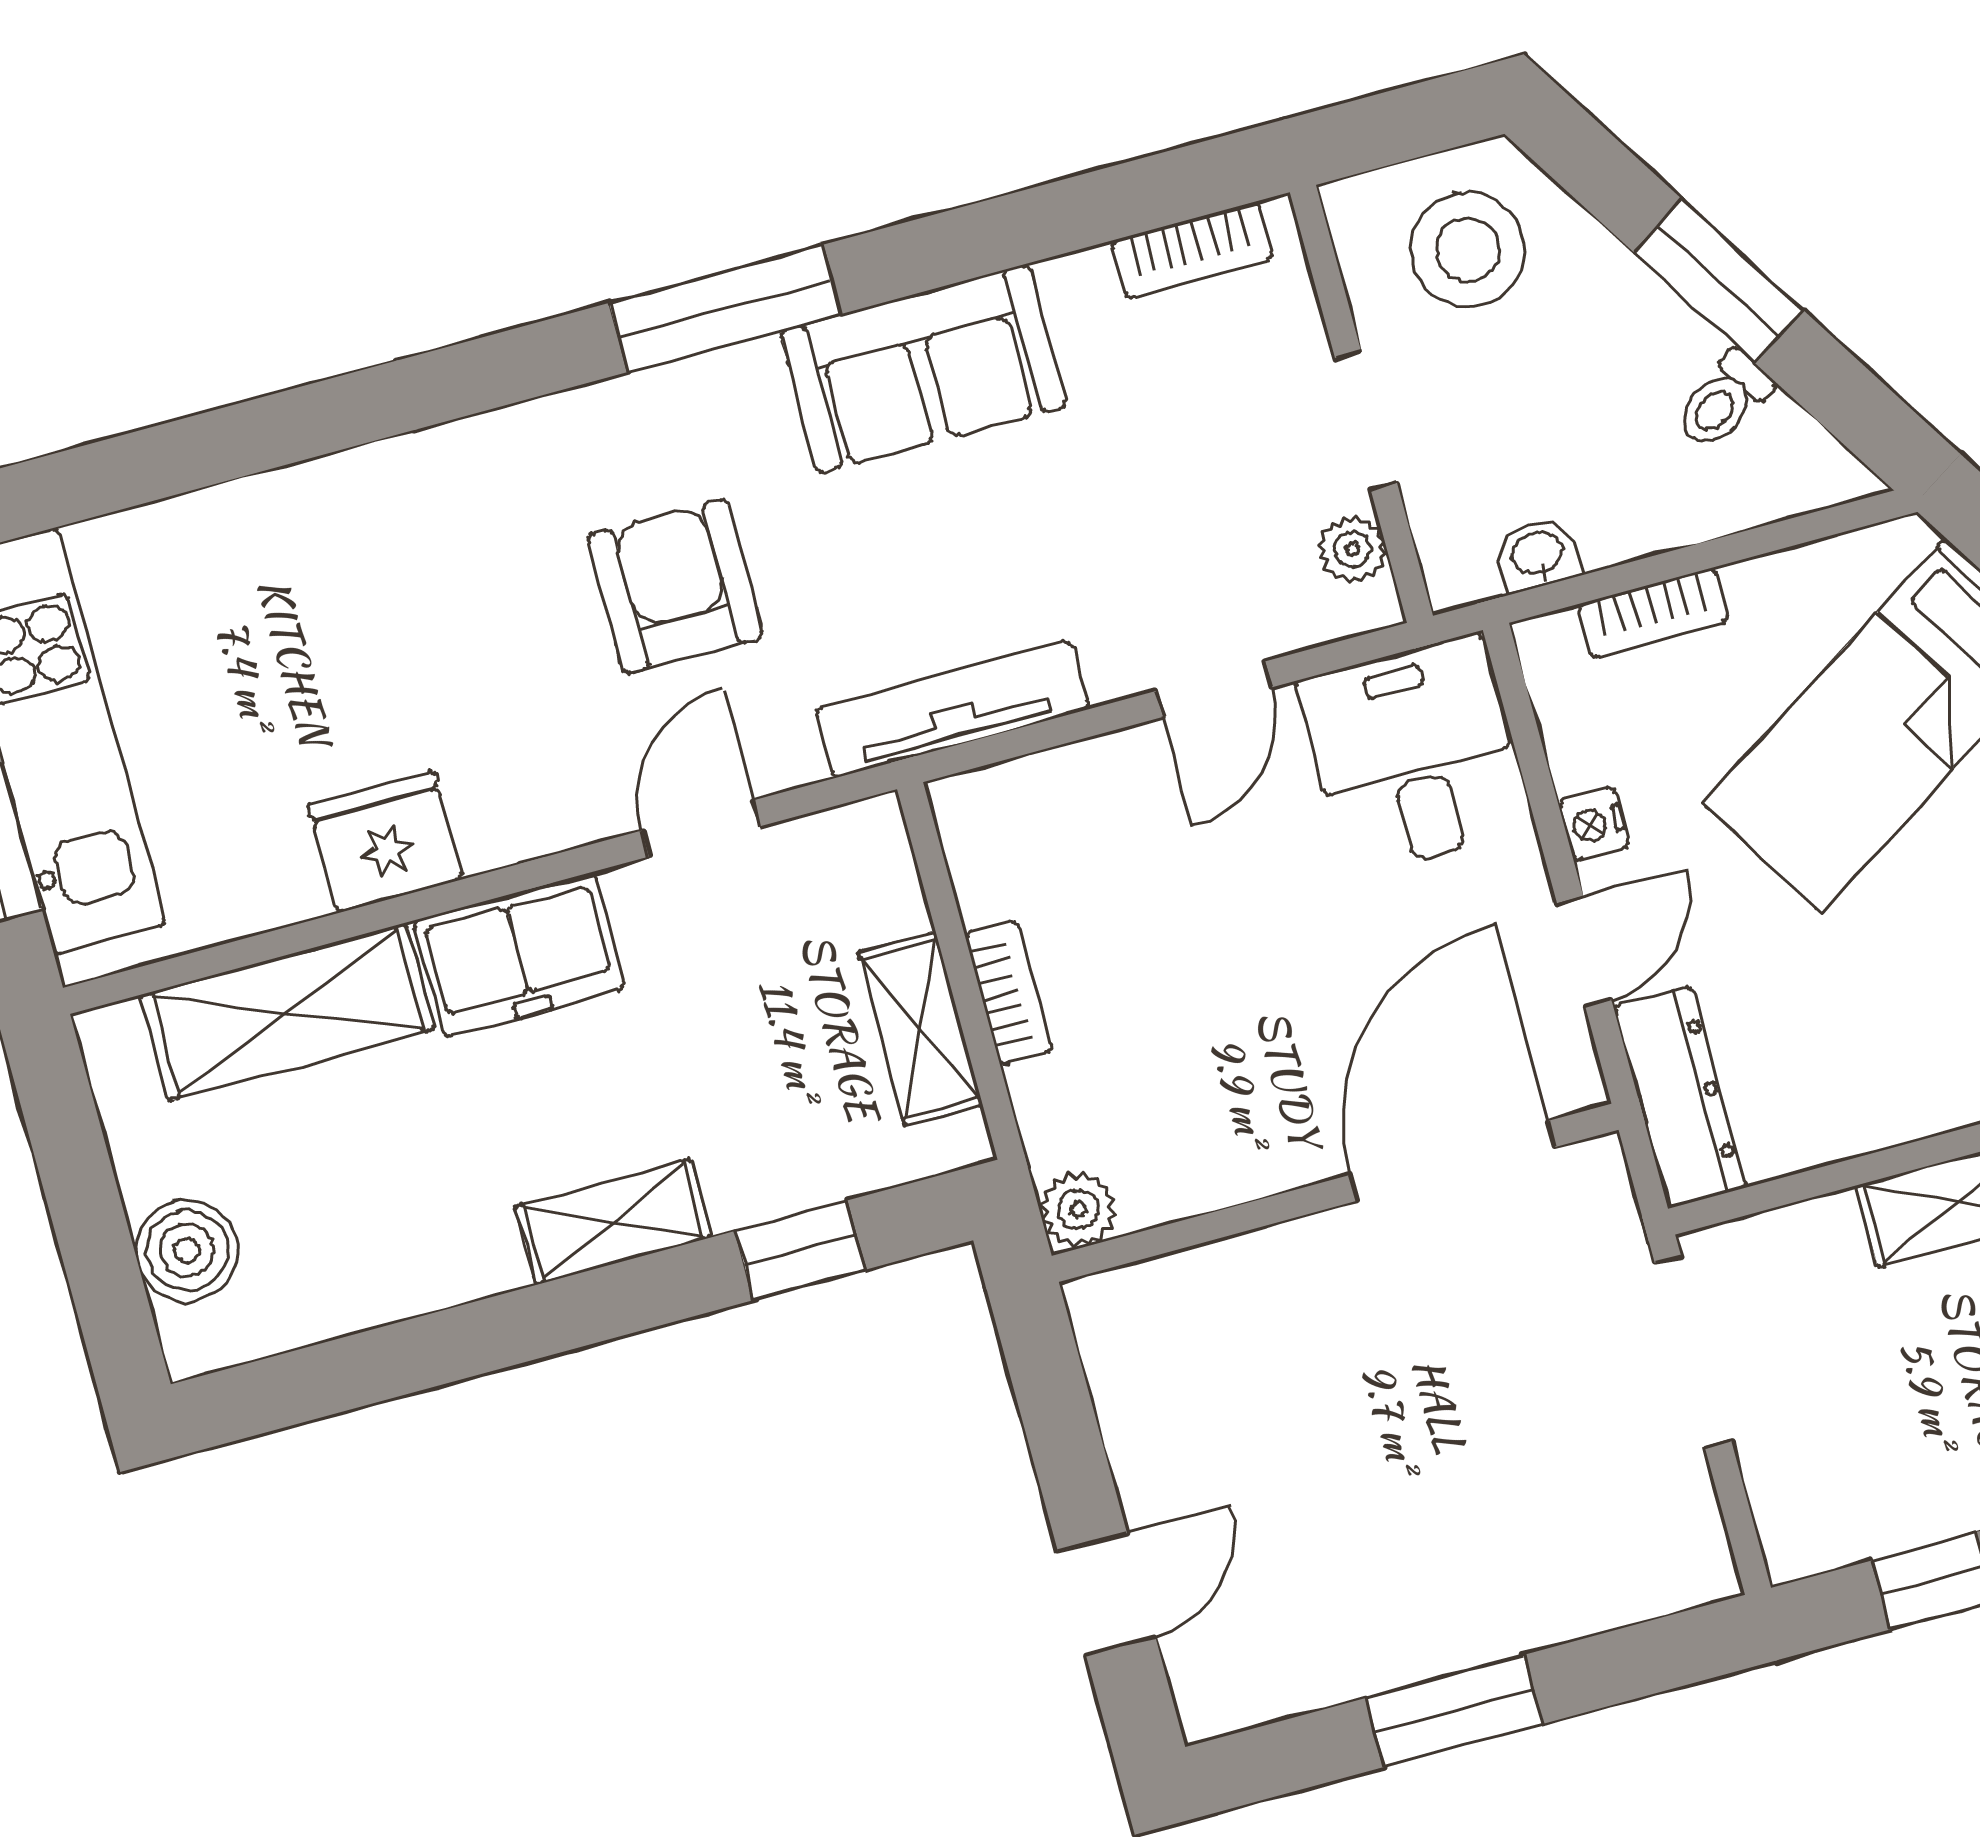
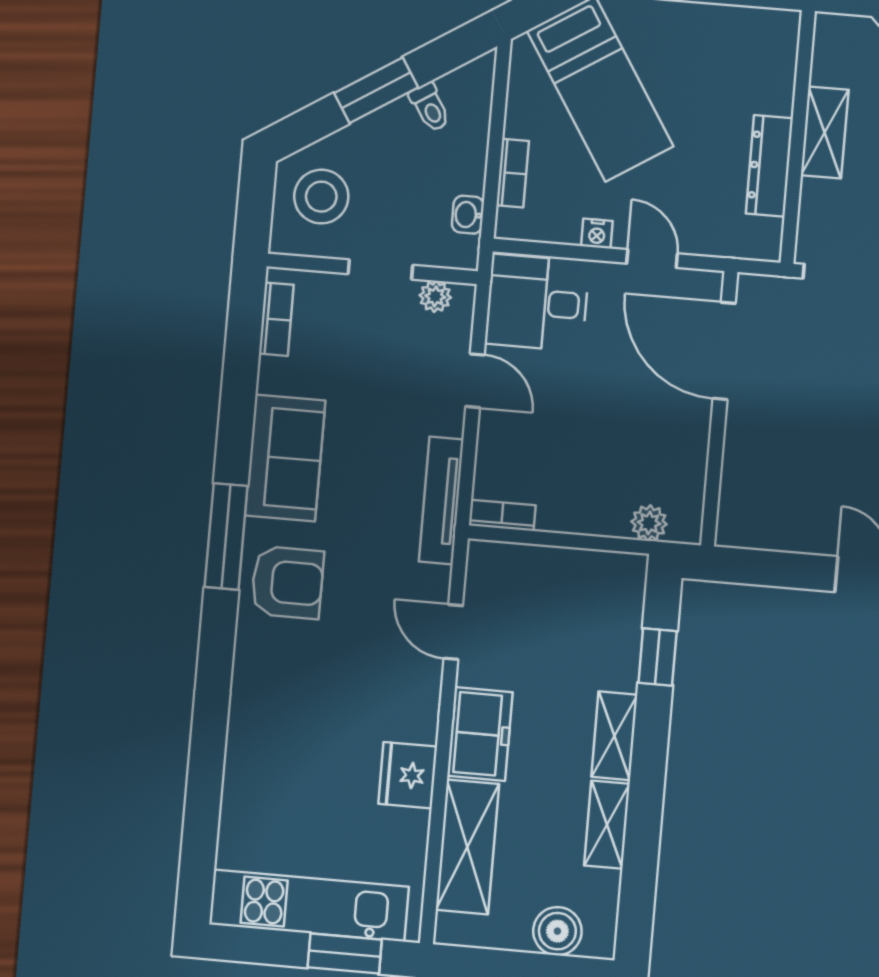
armchair: (675, 586) -> (287, 582), moved, turned 180
bookcase: (1008, 992) -> (502, 515), moved
shelving: (920, 1028) -> (607, 825), moved, turned 90
dresser: (1680, 1097) -> (769, 166), moved, turned -90
plant: (1078, 1209) -> (649, 523), moved

